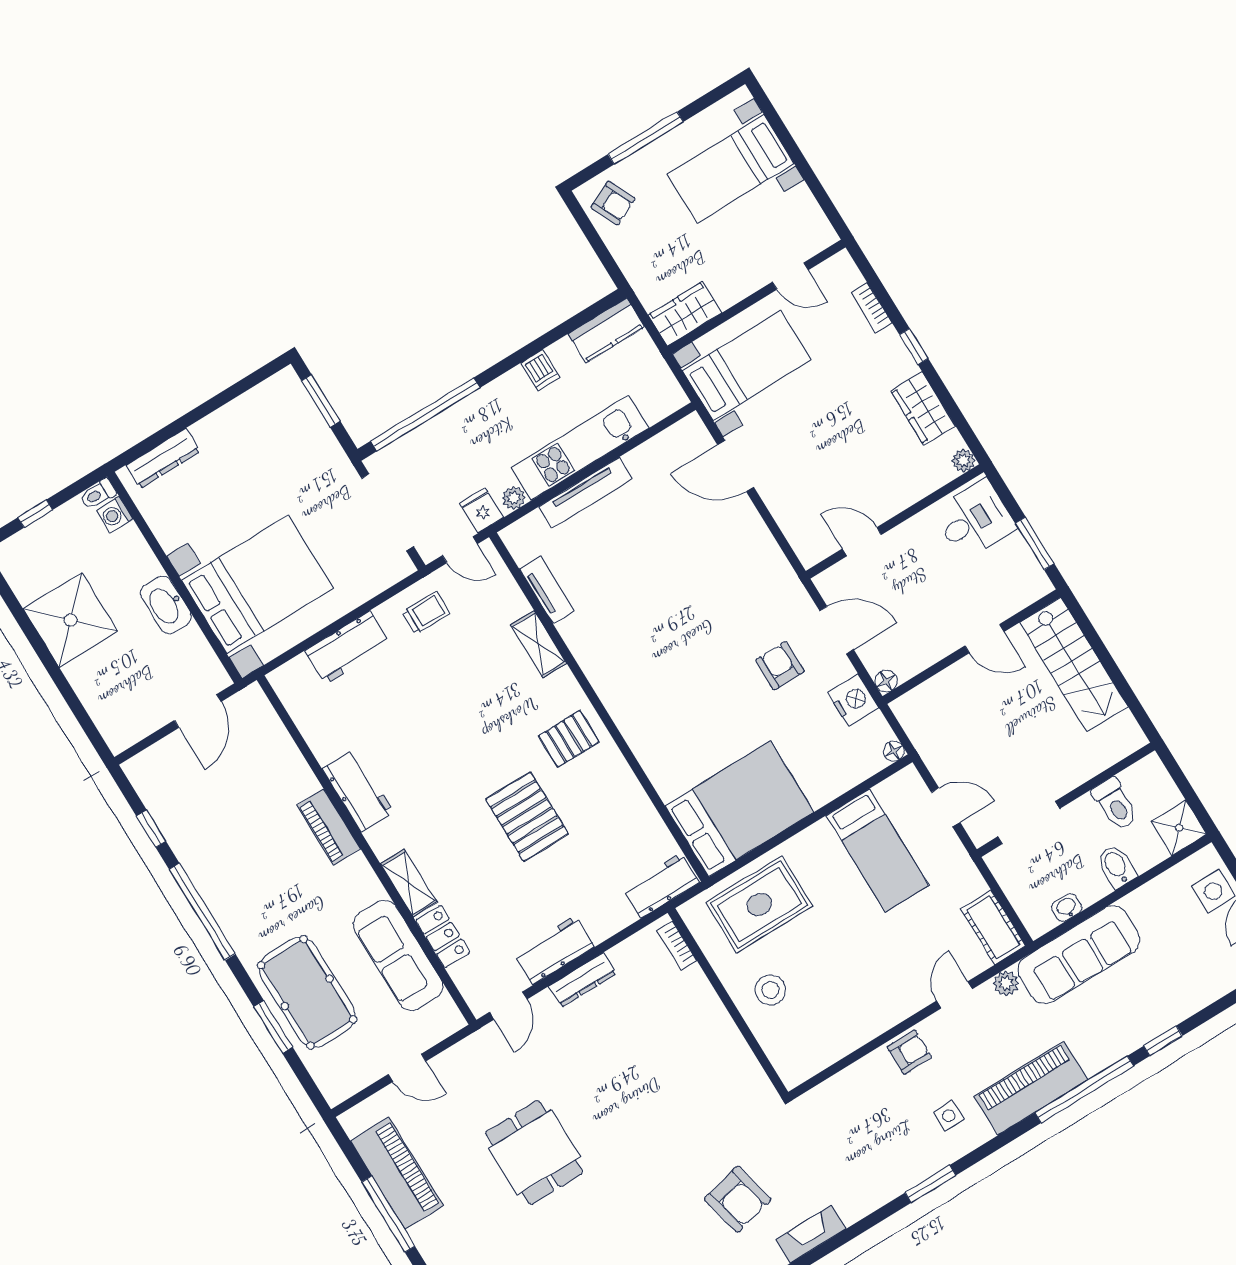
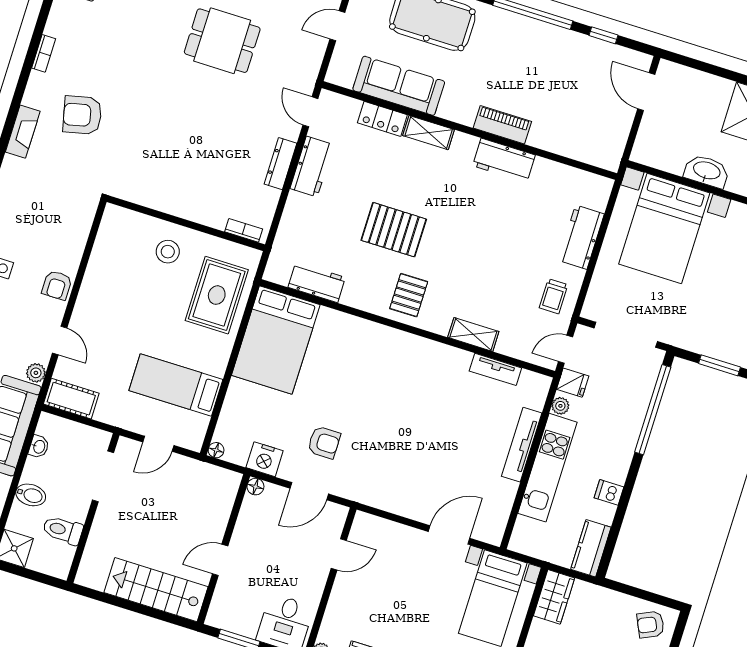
door: (198, 711) -> (646, 92), moved
workbench: (661, 886) -> (317, 282), moved, turned -90

